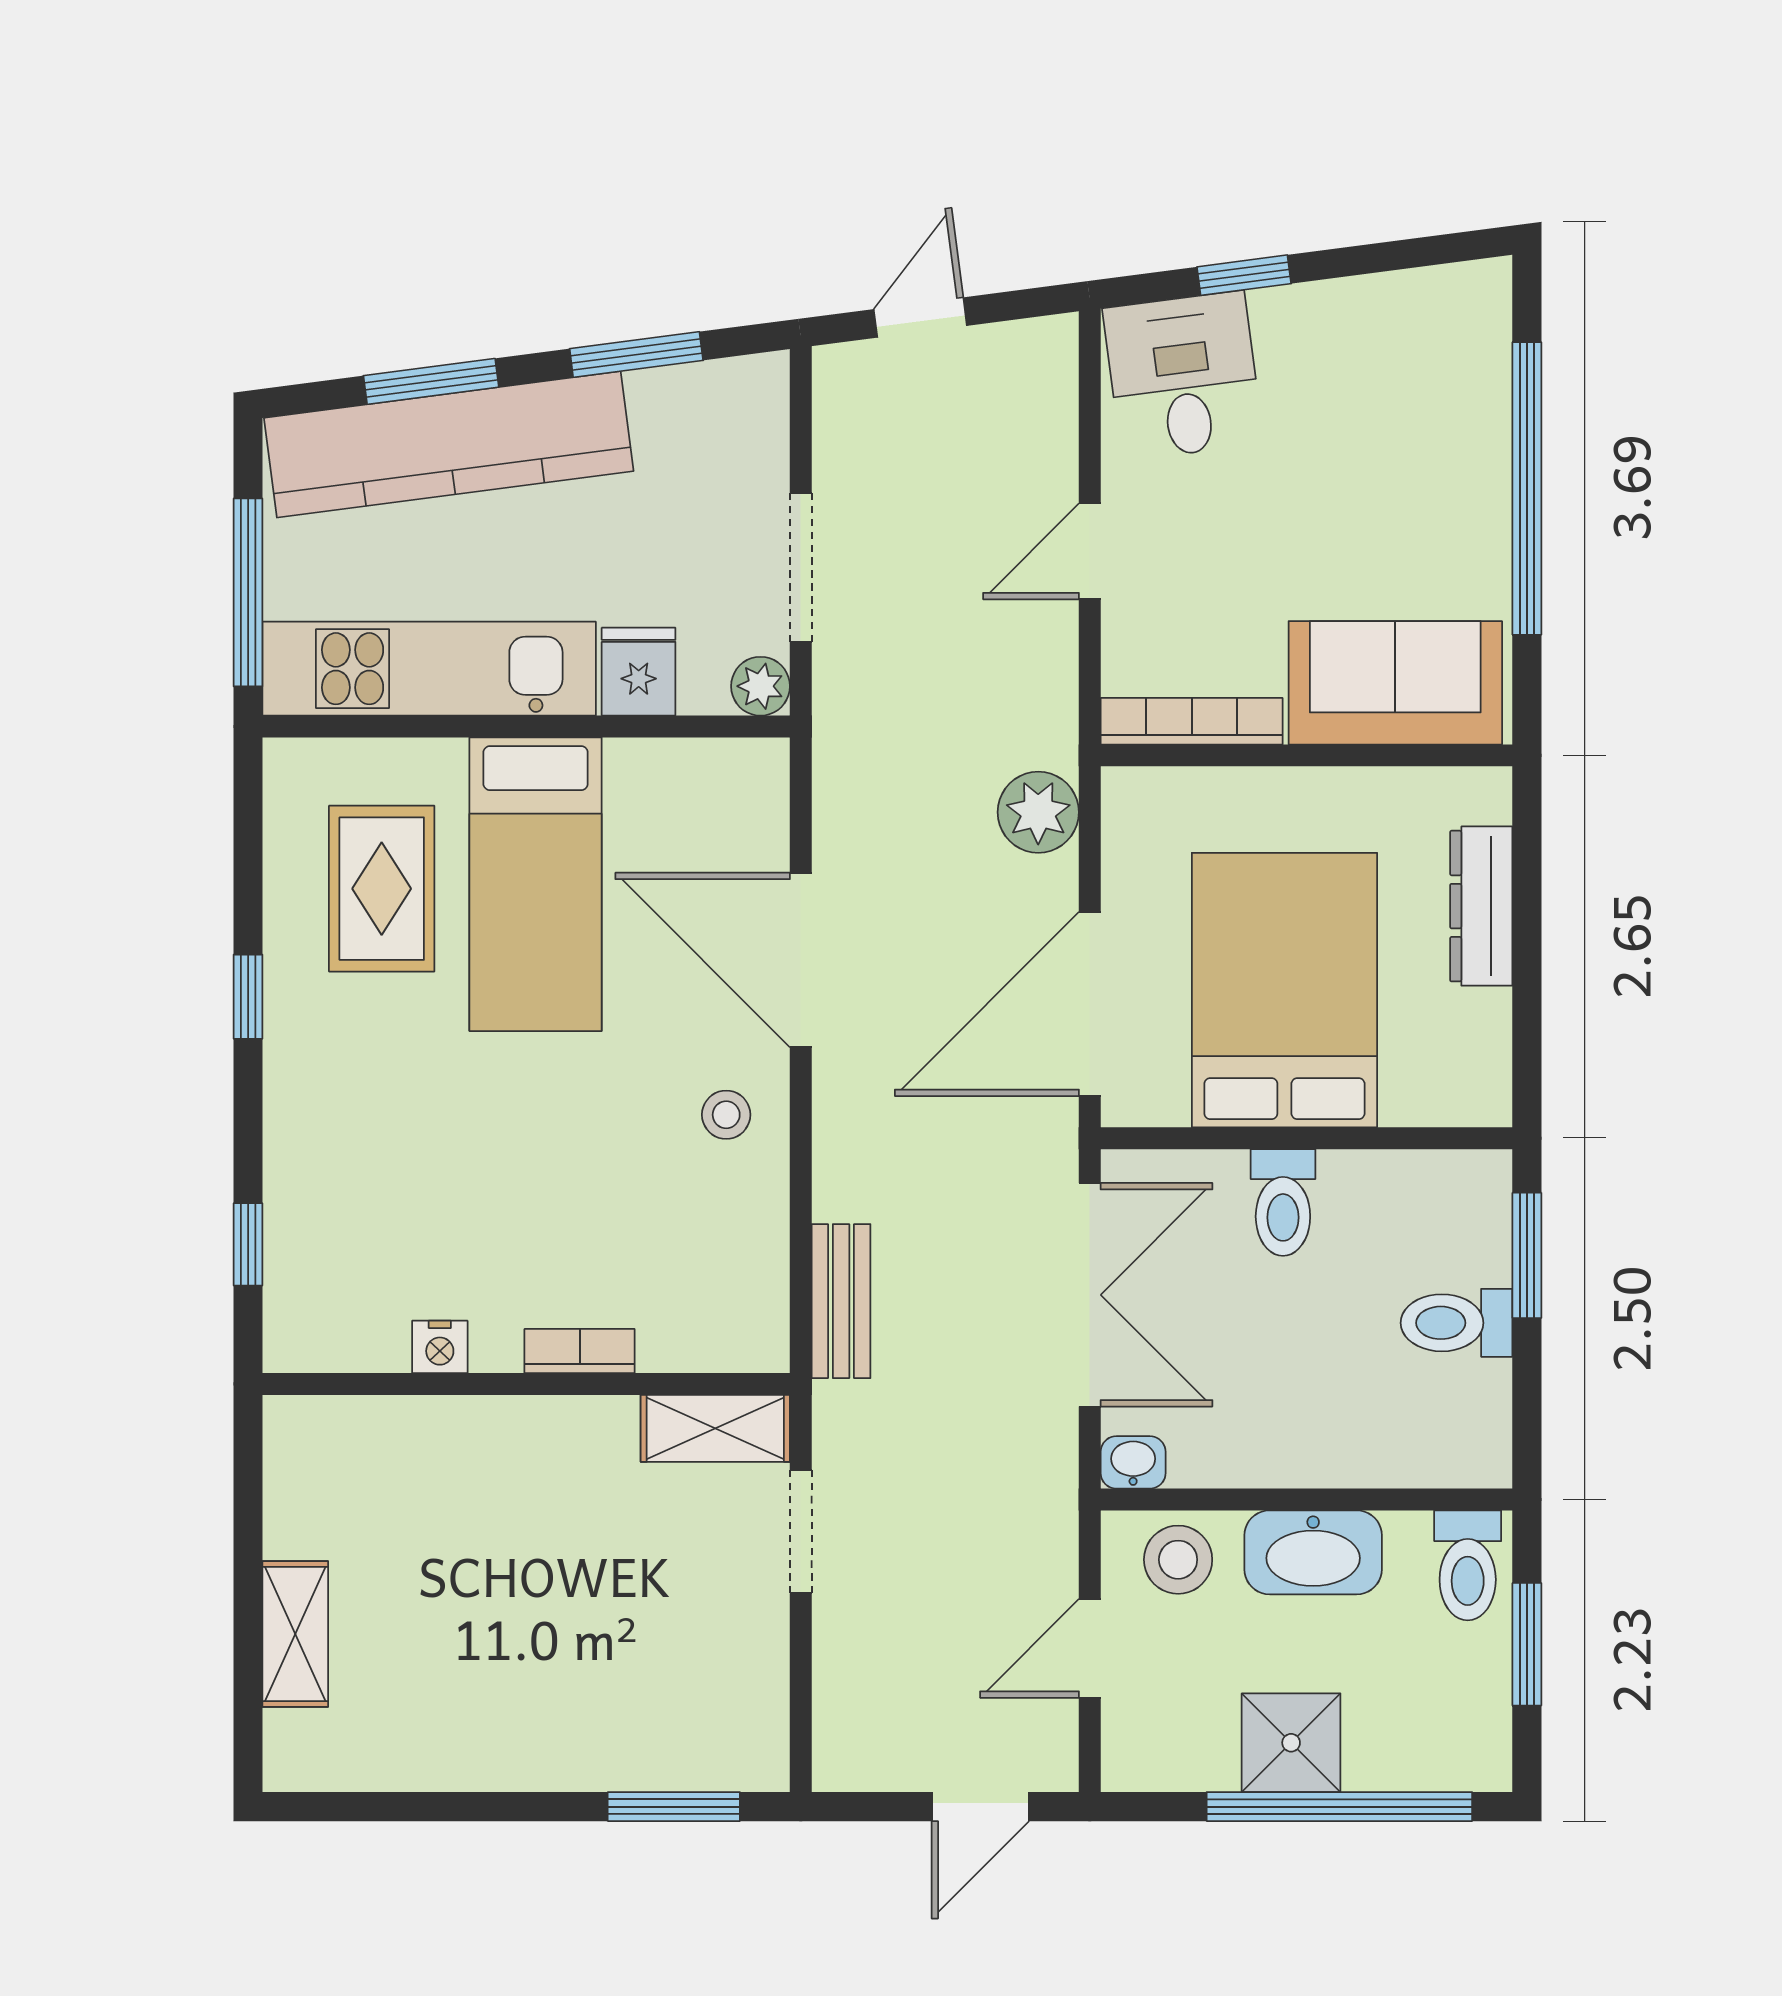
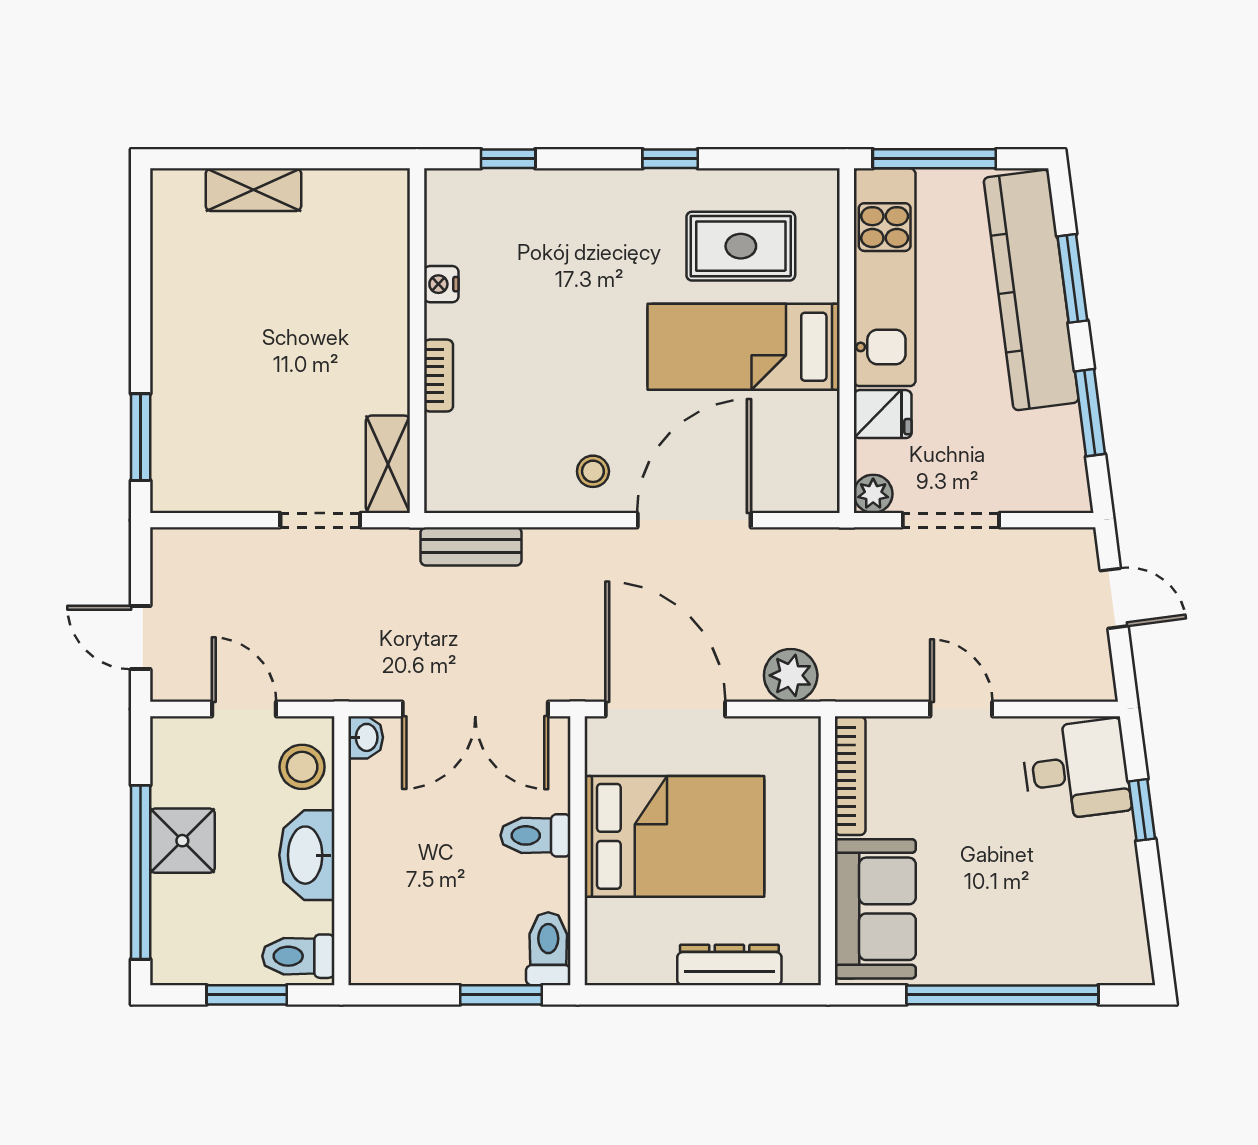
toilet: (1456, 1323) -> (548, 949), moved

